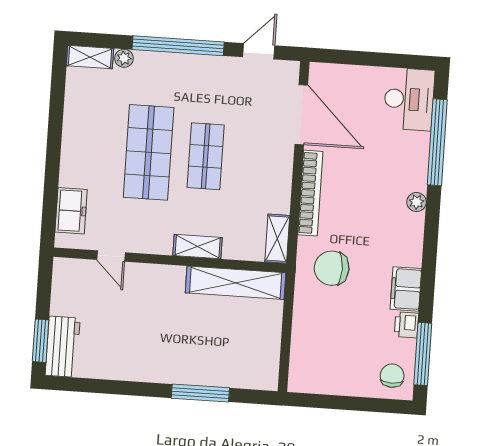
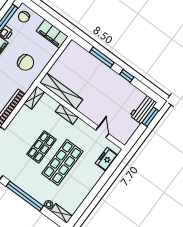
chair: (332, 268) -> (26, 62), moved
filing cabinet: (320, 378) -> (52, 34), added
window: (133, 388) -> (127, 76), added

